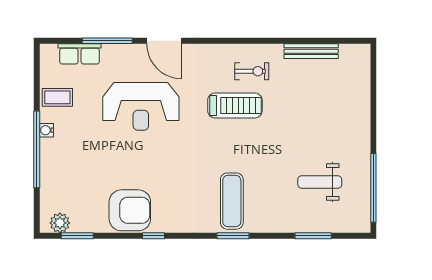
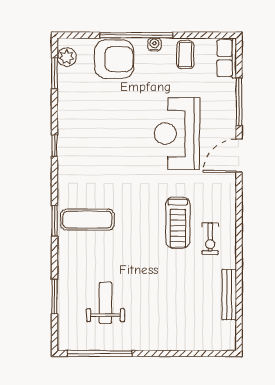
row of seats: (80, 54) -> (227, 58), moved
armchair: (130, 210) -> (114, 59), moved, turned -90

